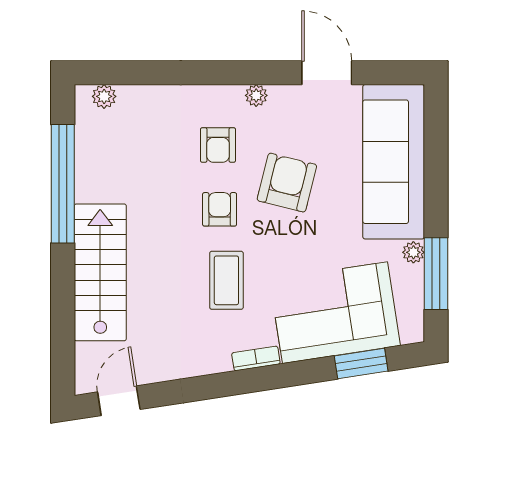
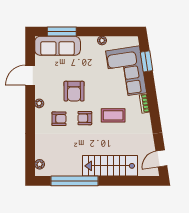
sofa: (394, 162) -> (58, 46), width x0.74, depth x0.79
armchair: (287, 183) -> (74, 91), turned -104
window: (436, 274) -> (62, 31), moved
door: (119, 401) -> (161, 158), hinge flipped

